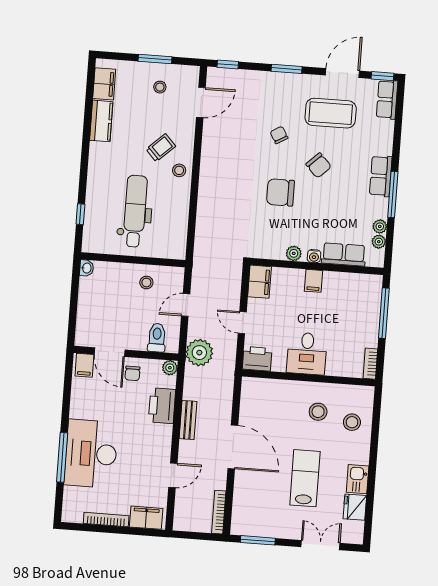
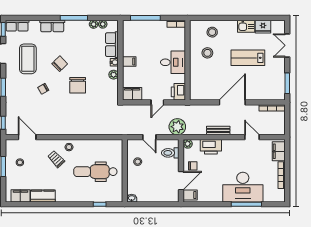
row of seats: (381, 176) -> (52, 26), moved

